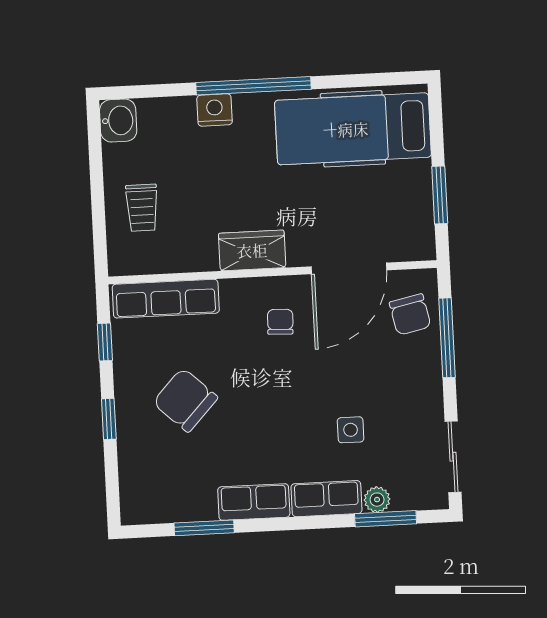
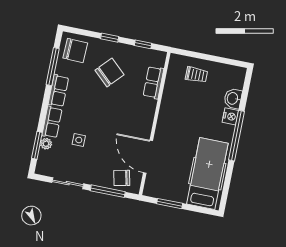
washbasin: (118, 121) -> (233, 98), moved, turned 90
trolley: (142, 208) -> (196, 75), turned 180
wardrobe: (252, 250) -> (166, 117), removed
row of seats: (166, 299) -> (153, 82), width x0.68
chair: (280, 322) -> (75, 51), moved, width x1.87, depth x1.87
sliding door: (453, 457) -> (68, 183), moved
window: (204, 528) -> (53, 67), width x1.44

